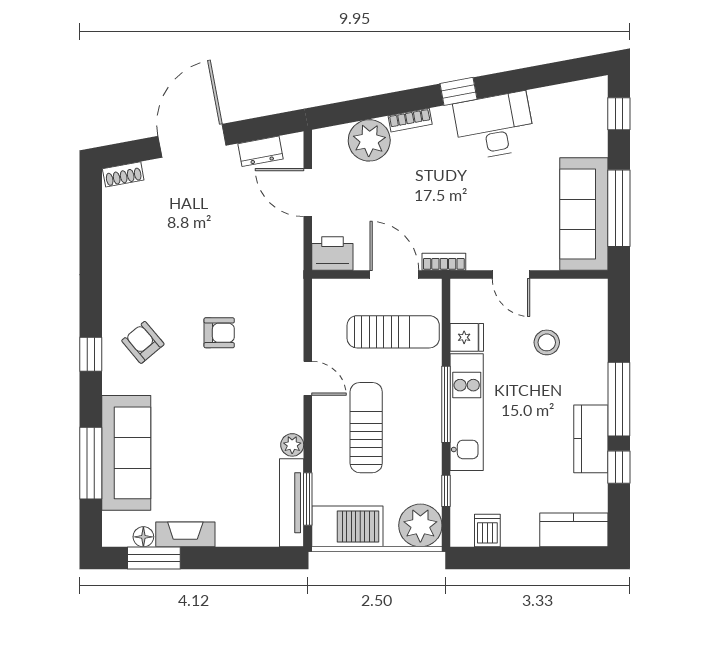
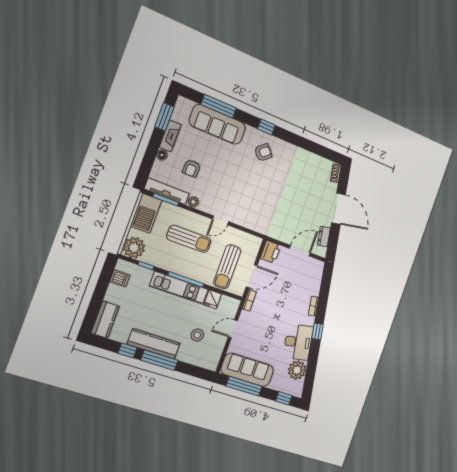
plant: (369, 140) -> (297, 370), moved
armchair: (219, 333) -> (191, 168), moved
kitchen counter: (591, 439) -> (154, 344), width x1.50
floor lamp: (143, 537) -> (162, 155), moved

